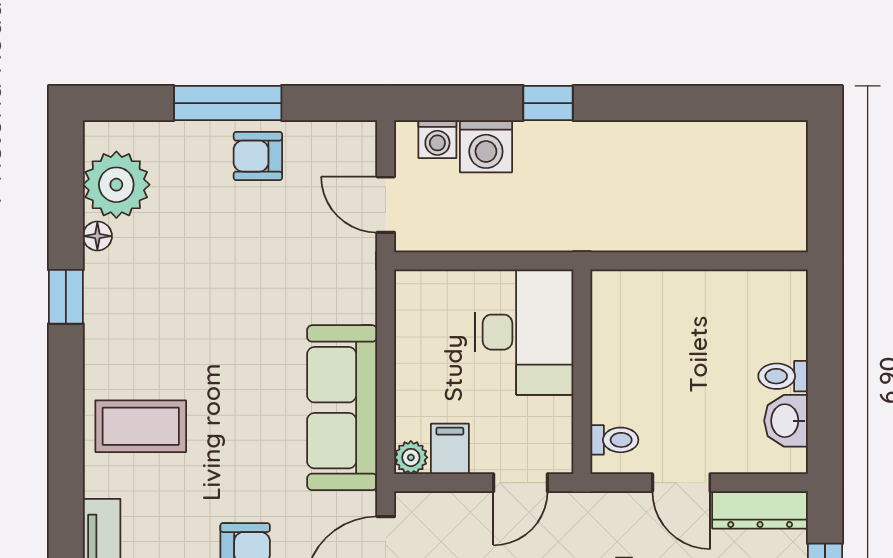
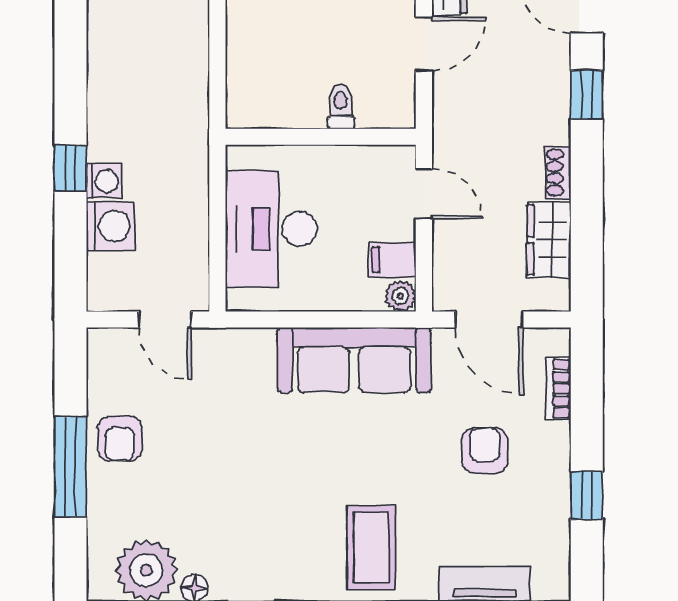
washing machine: (437, 139) -> (104, 181), moved
door: (386, 205) -> (165, 319), hinge flipped
desk: (524, 332) -> (271, 229), moved, turned -90
toilet: (614, 440) -> (341, 106), moved

